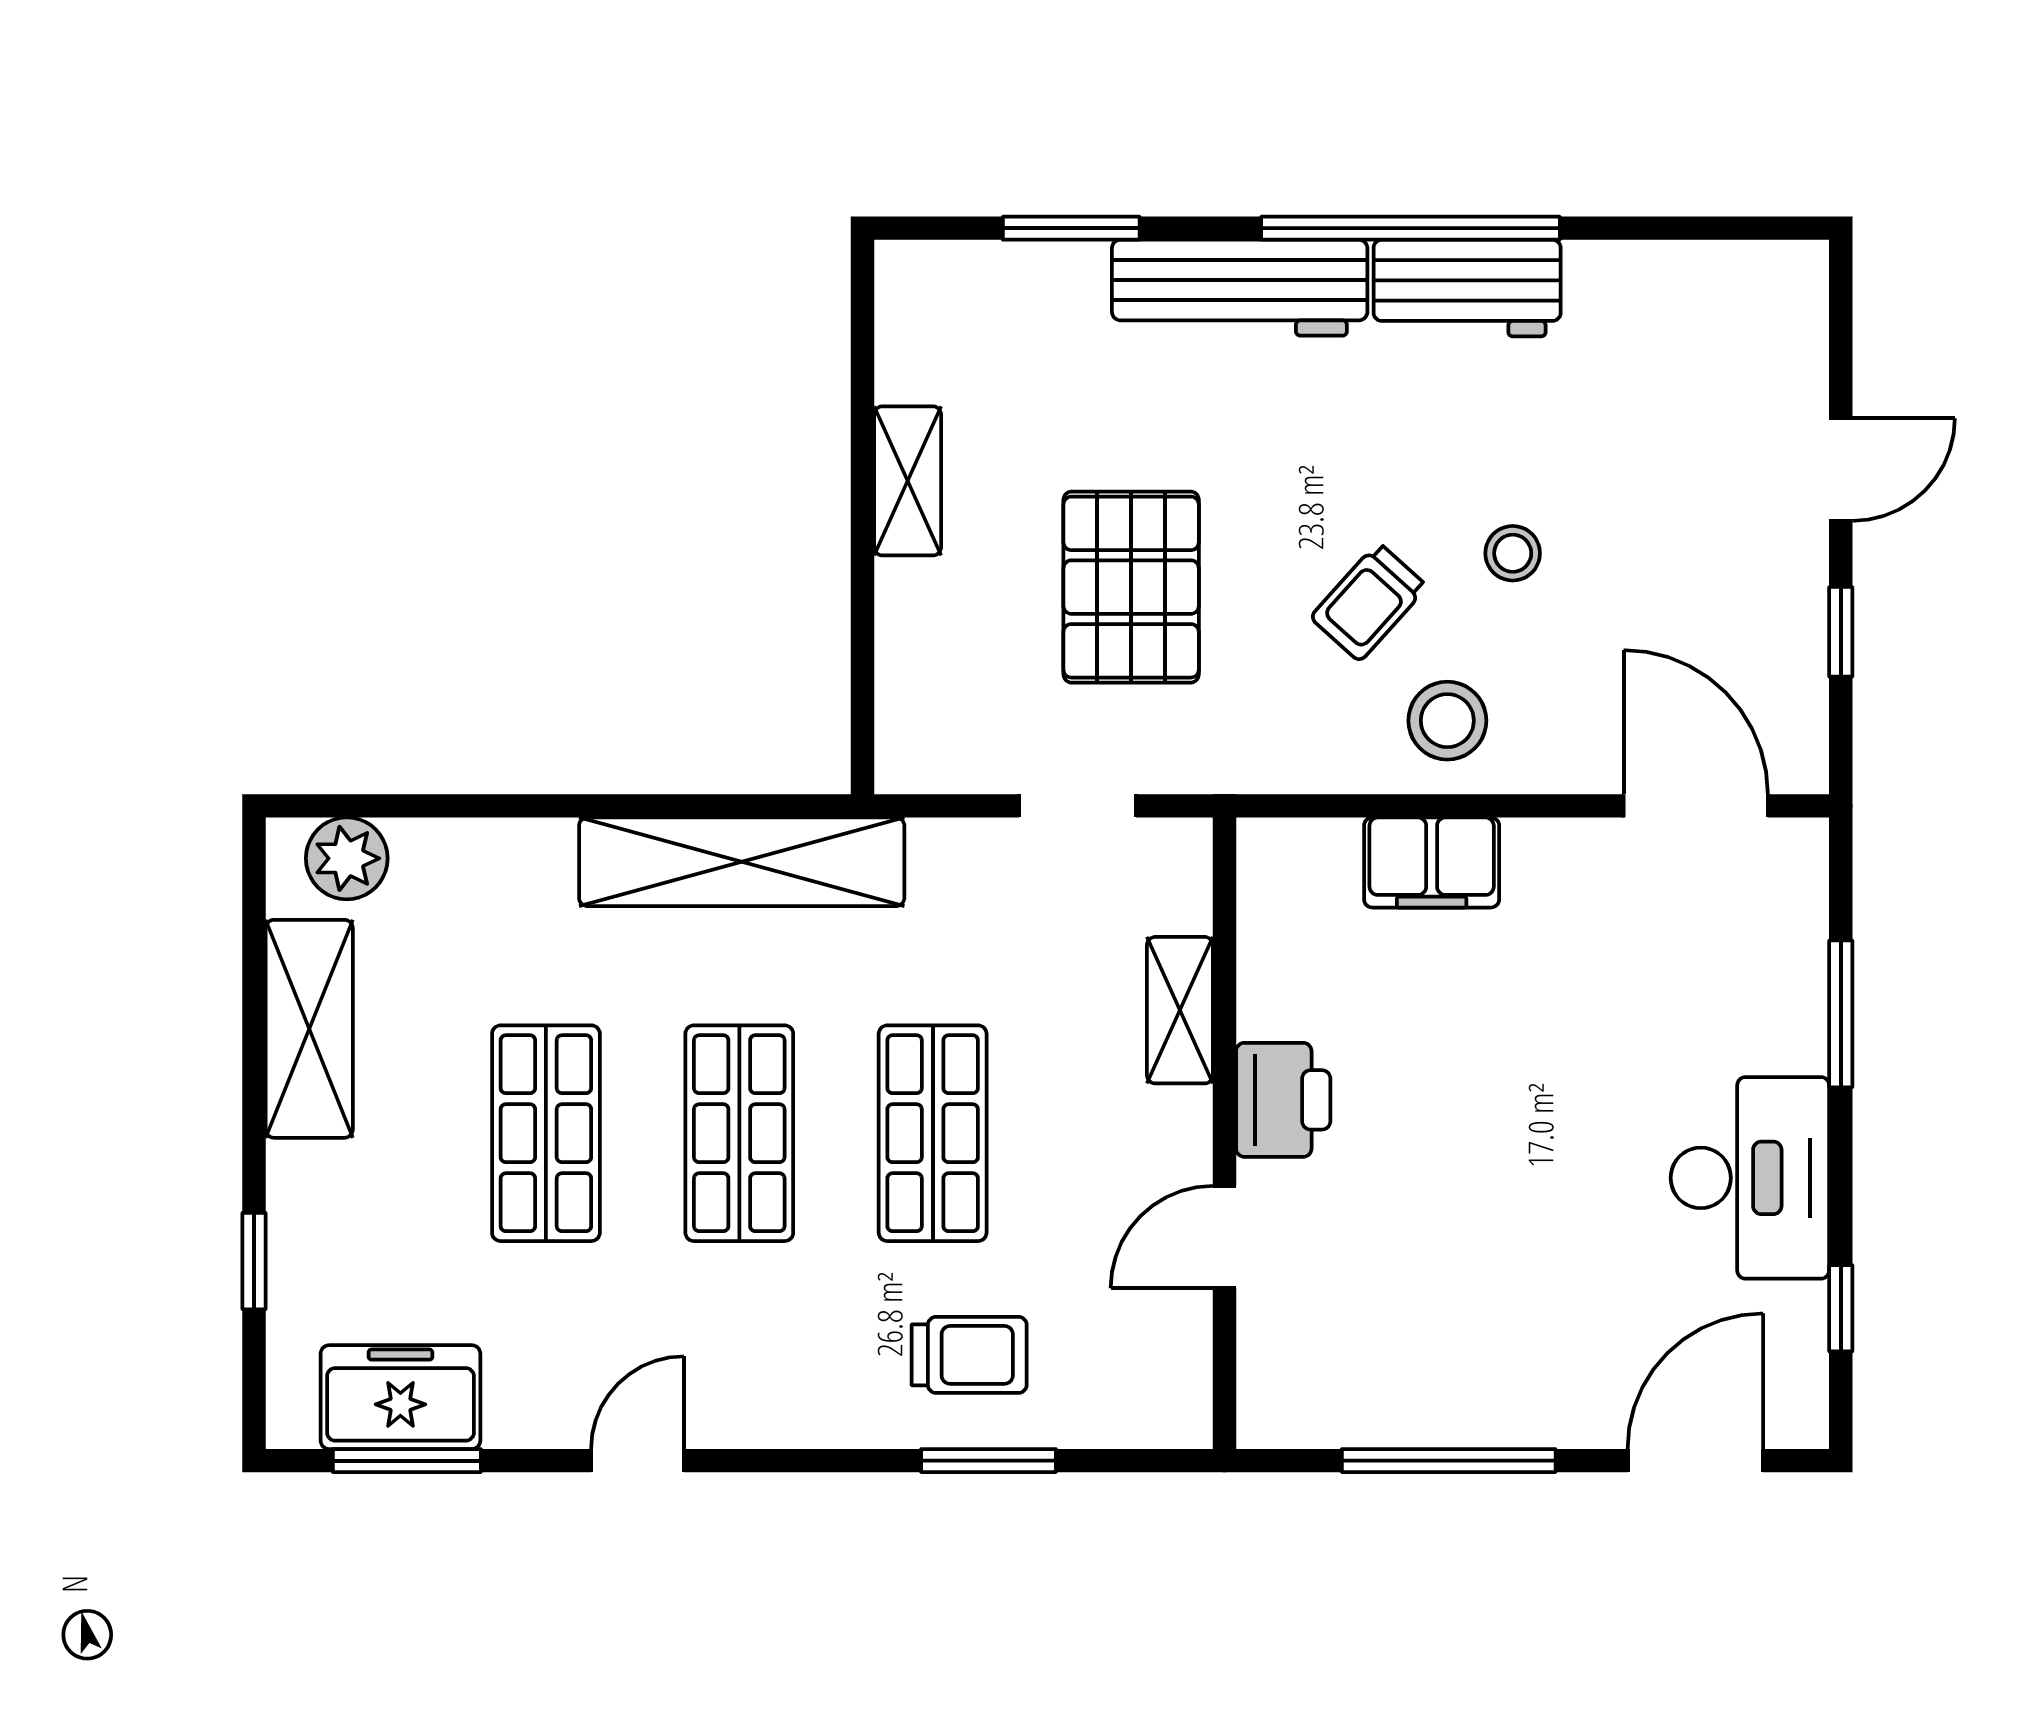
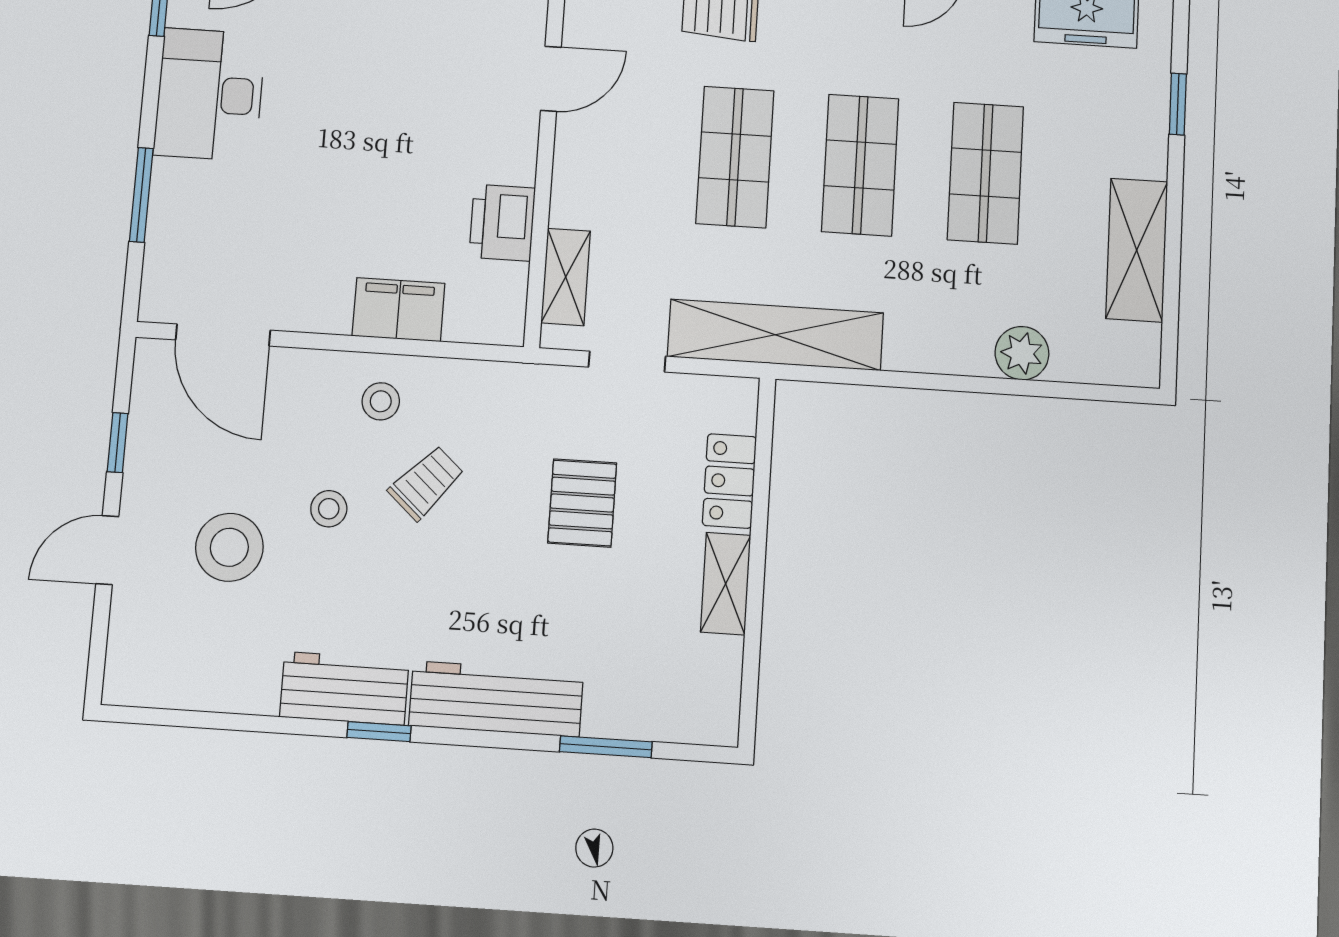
window: (1411, 228) -> (379, 732), width x0.32
stool: (1657, 486) -> (229, 547), added
pallet: (1131, 587) -> (582, 503), width x0.67, depth x0.71
locker: (911, 635) -> (729, 481), added
stool: (1447, 721) -> (381, 401), width x0.73, depth x0.73
plant: (347, 858) -> (1022, 353), moved
shelving: (742, 862) -> (775, 335), moved
shelving: (1180, 1010) -> (566, 277), moved
printer: (1283, 1100) -> (502, 223), moved

